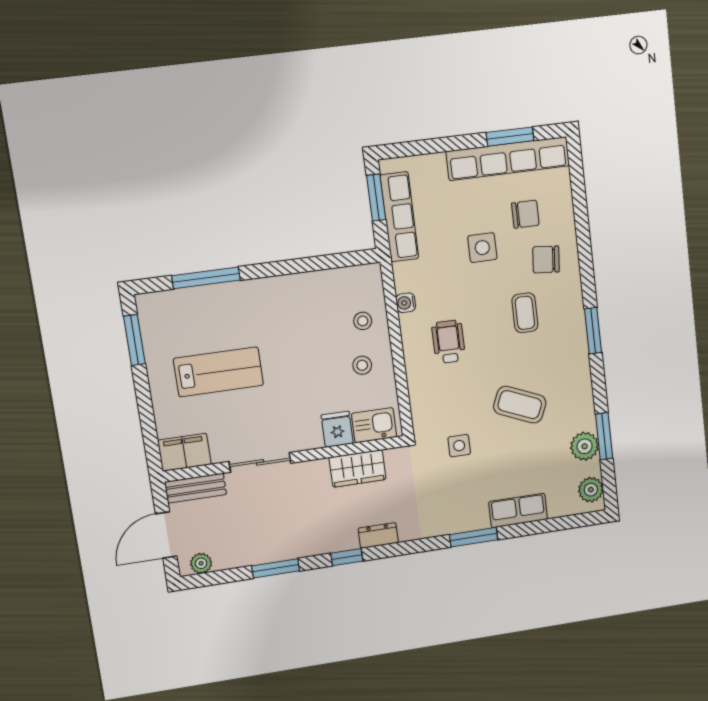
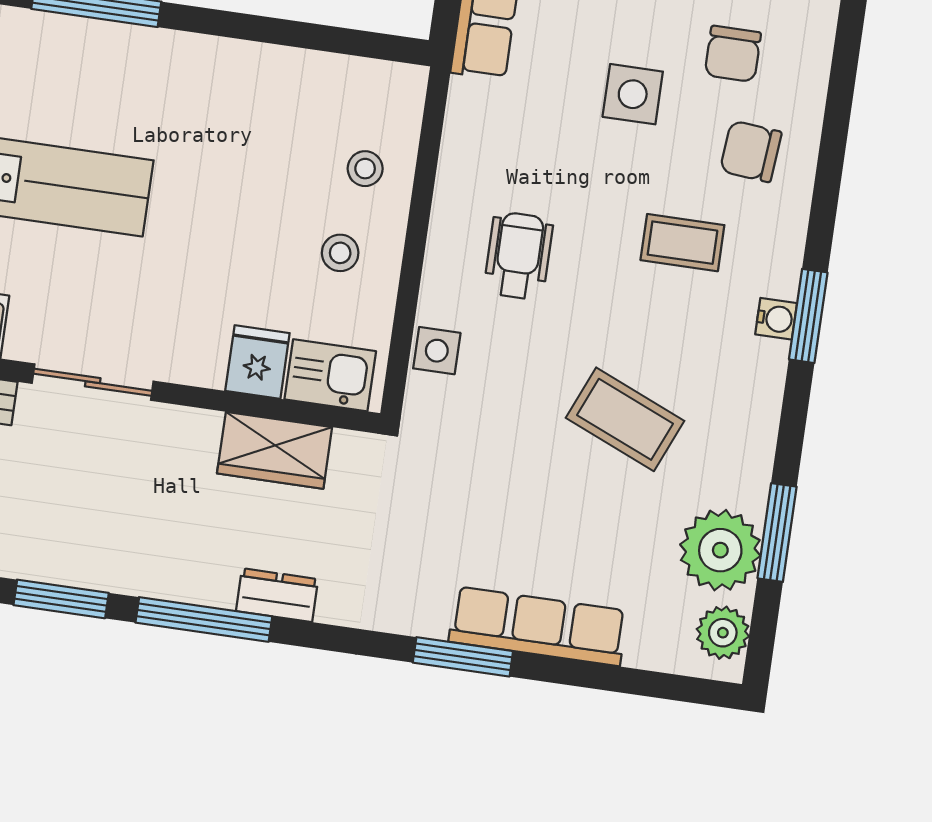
chair: (525, 214) -> (733, 54), turned 90
water cooler: (406, 303) -> (776, 319), moved, turned 180
coffee table: (525, 313) -> (682, 243), turned 90
side table: (459, 446) -> (437, 351), moved
plant: (585, 446) -> (720, 550), width x1.36, depth x1.36
row of seats: (518, 511) -> (538, 626), width x1.48
window: (347, 557) -> (204, 619), width x2.17

